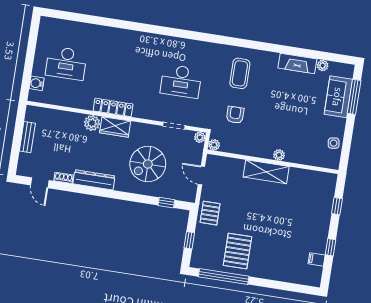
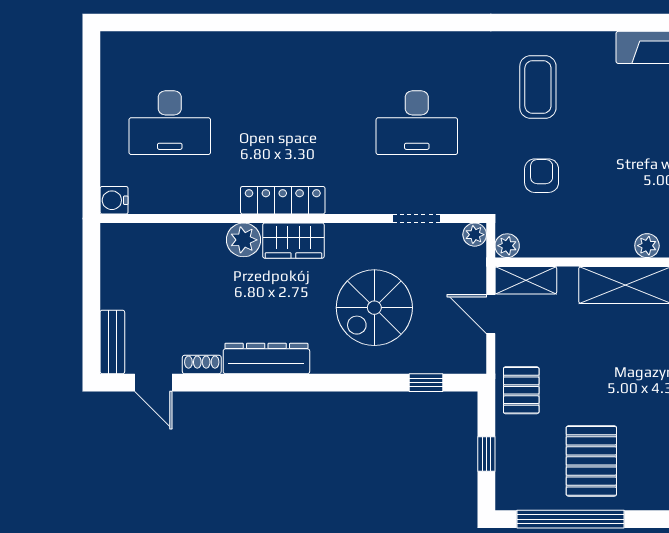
water cooler: (37, 83) -> (114, 200), moved
bench: (27, 137) -> (112, 342), moved
shelving: (220, 162) -> (526, 280), added

